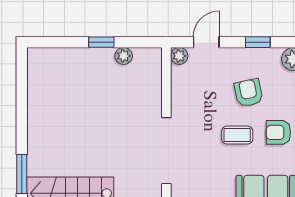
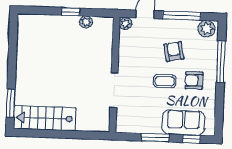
window: (258, 42) -> (182, 16), width x2.17
doorway: (166, 151) -> (114, 90), width x0.73

